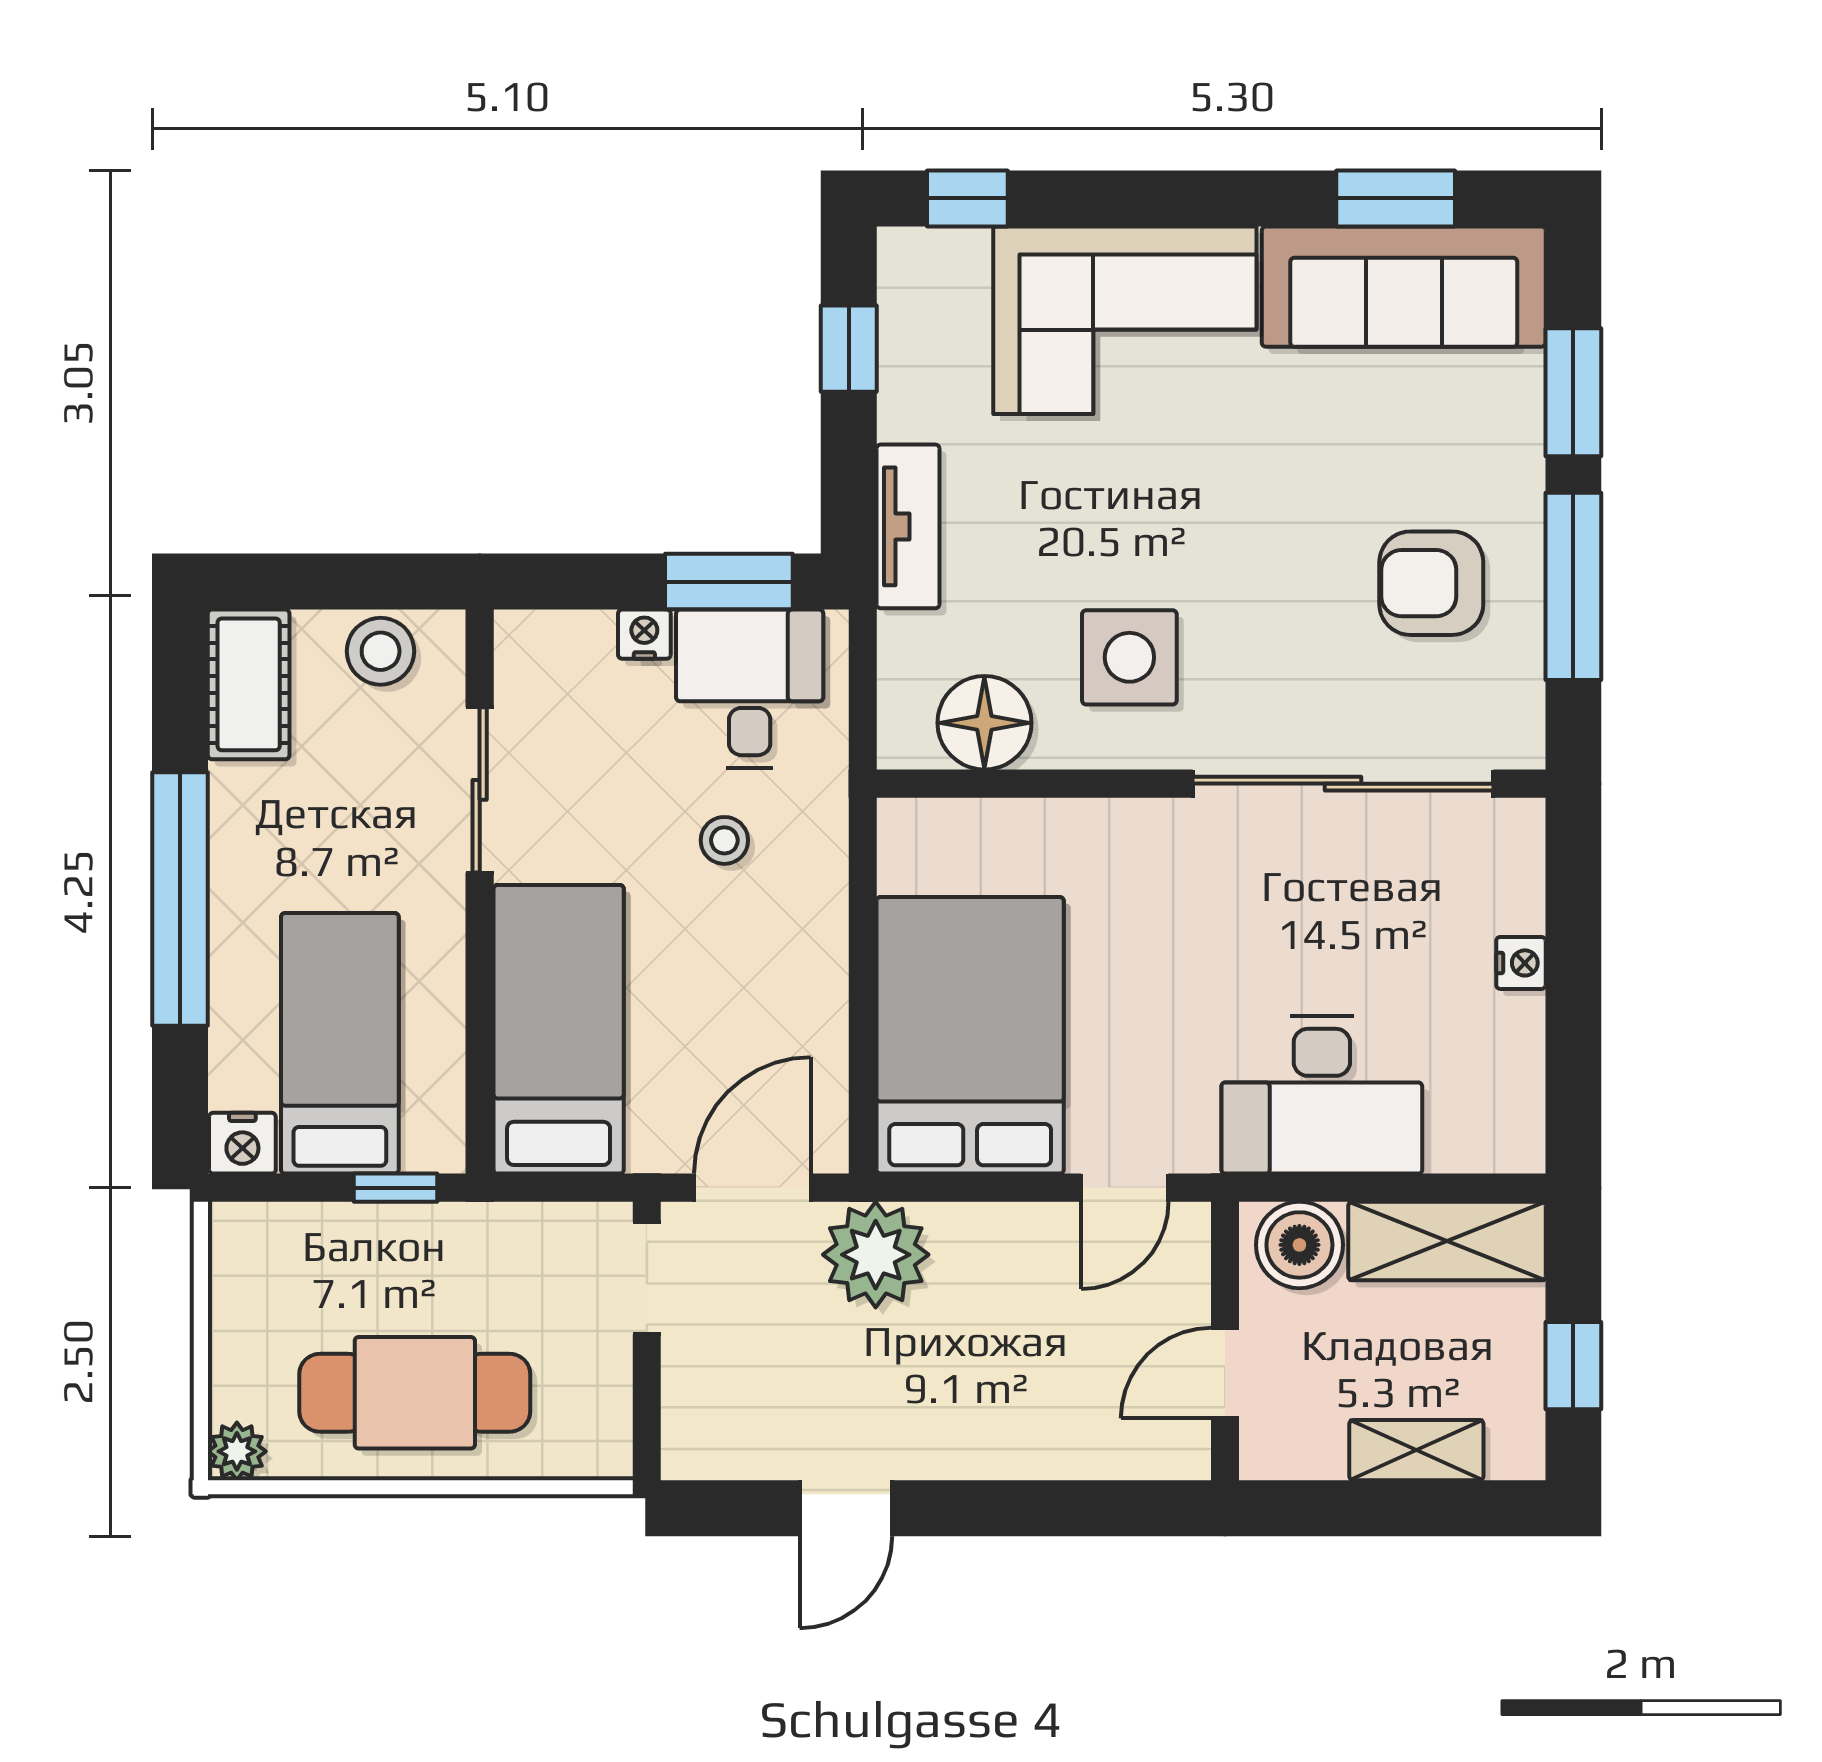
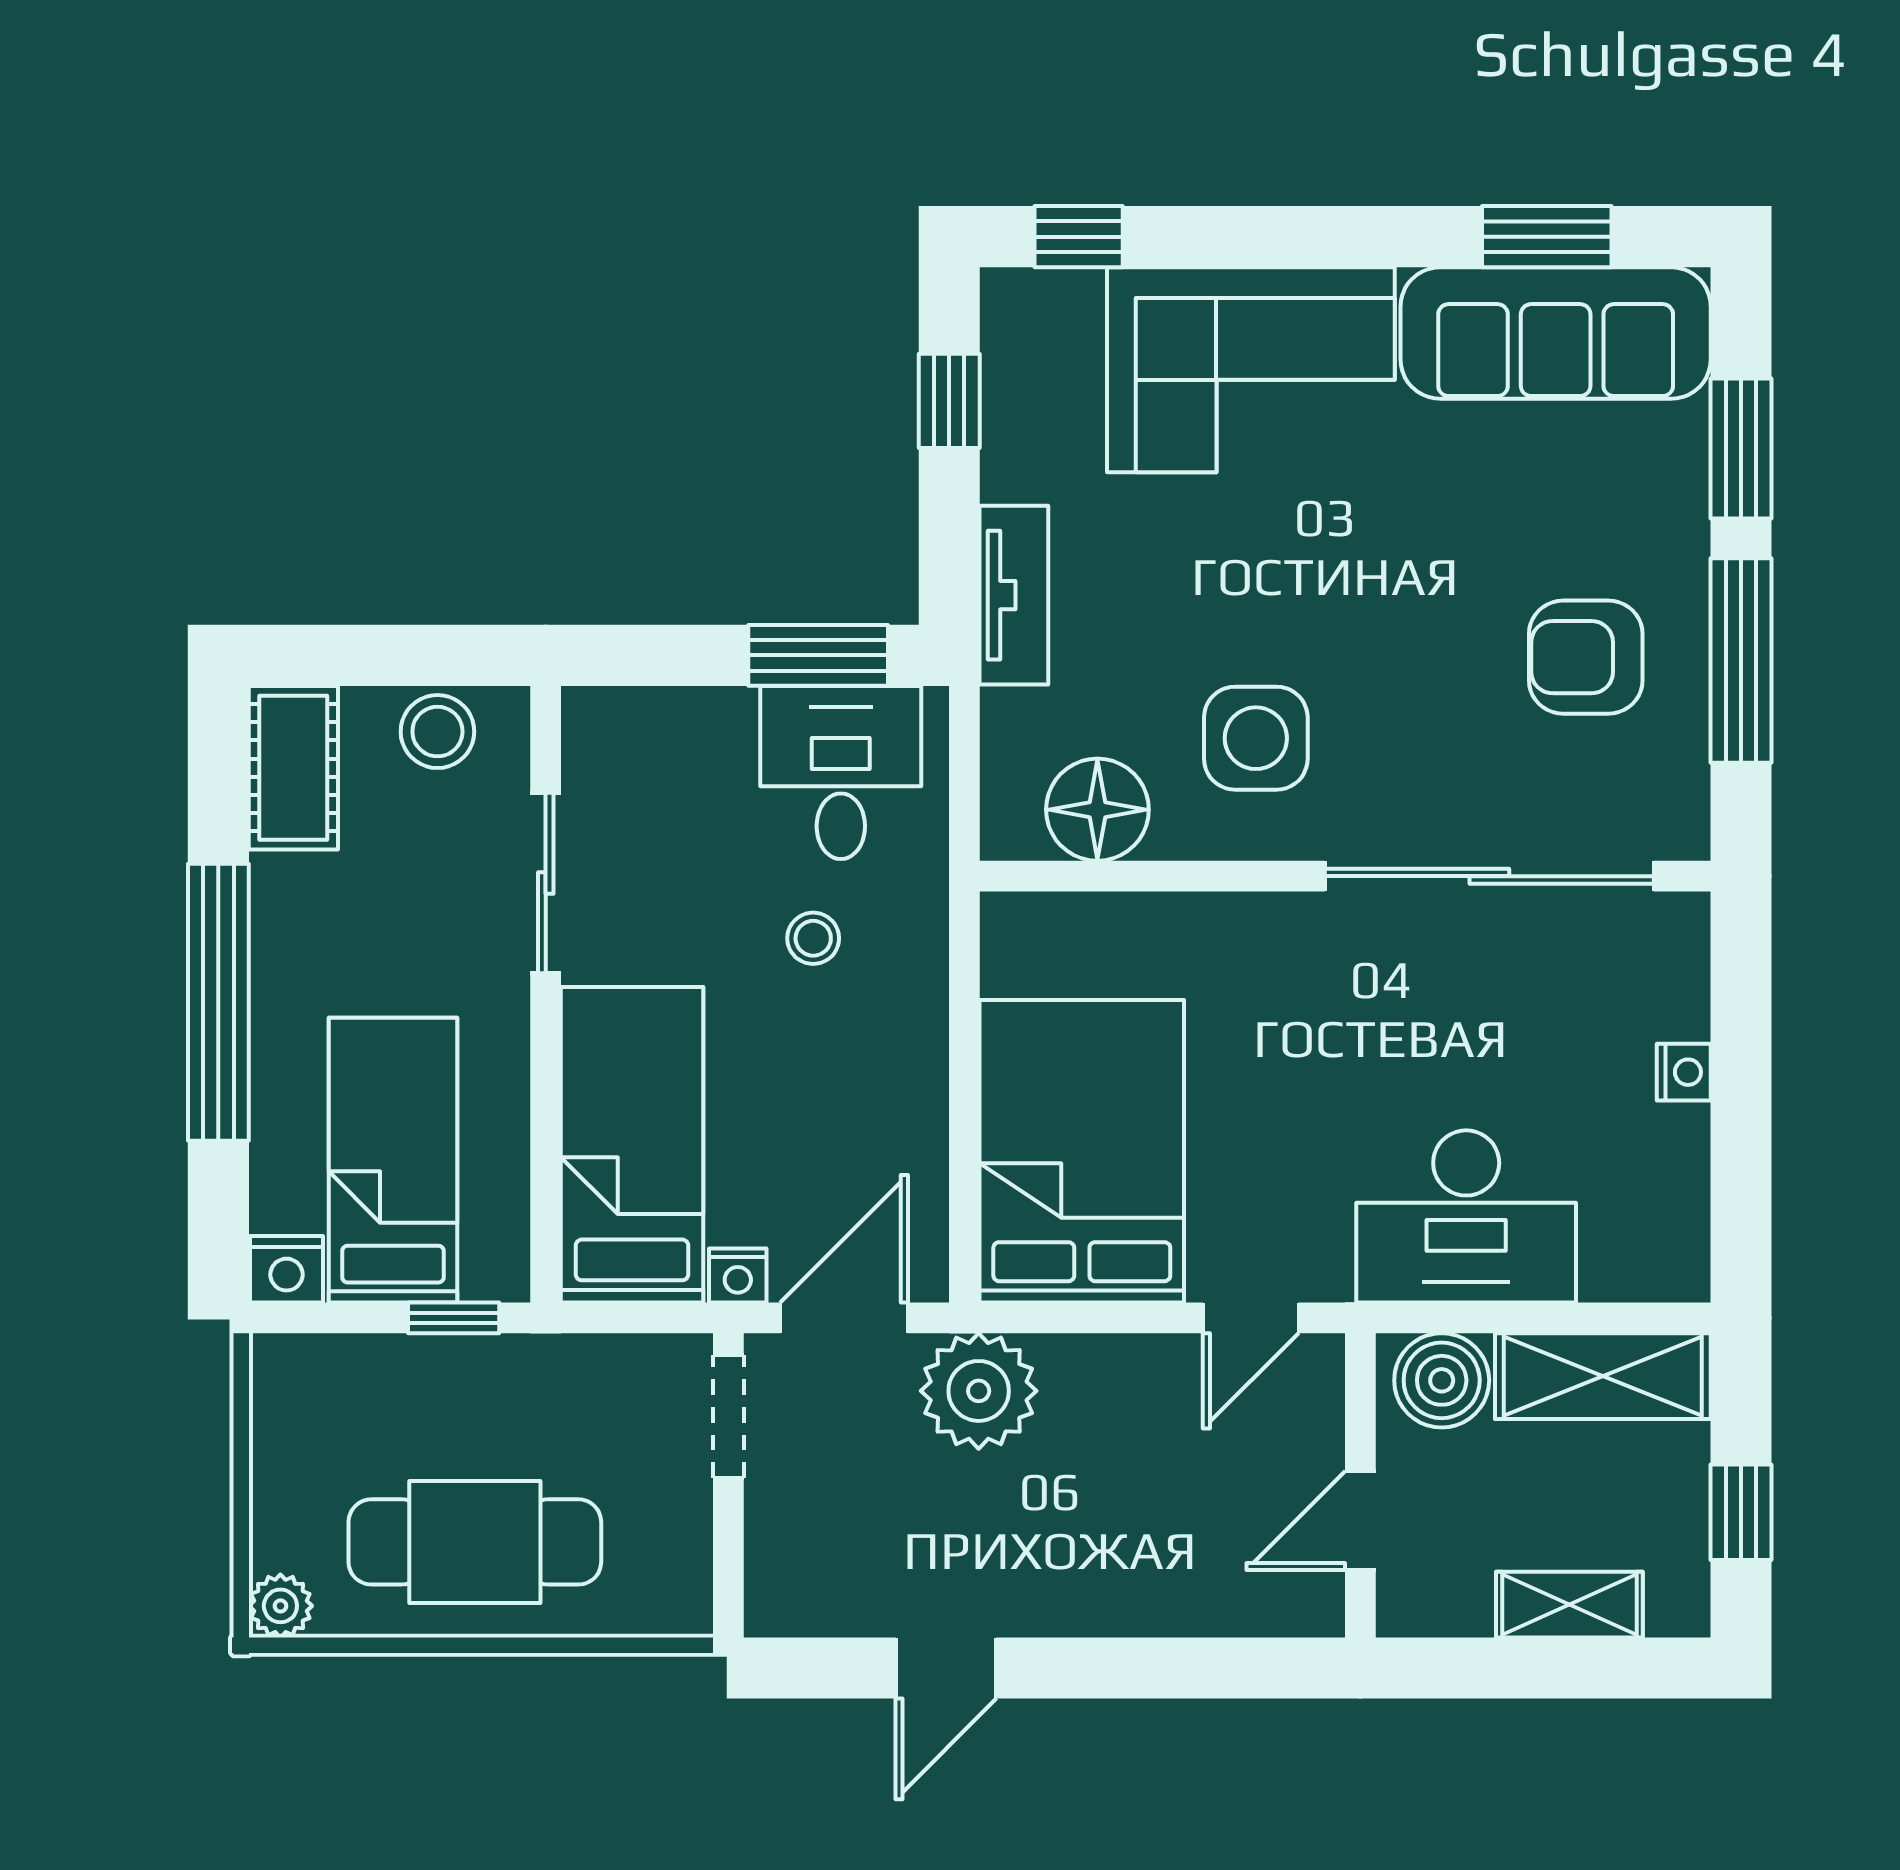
nightstand: (644, 634) -> (738, 1276), moved, turned 180

